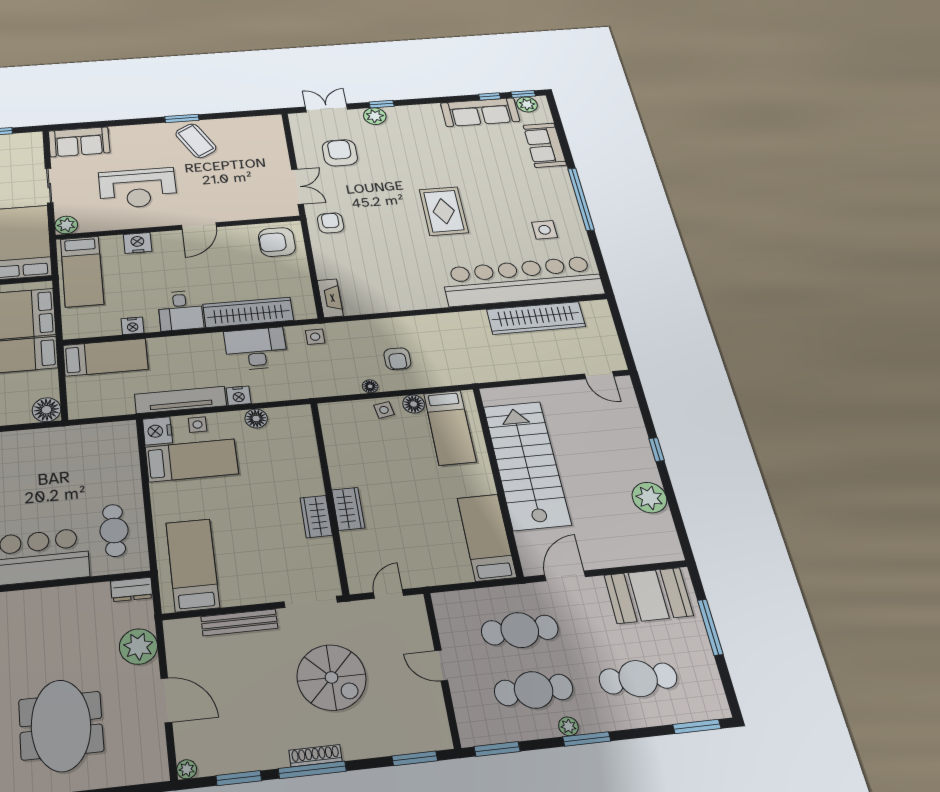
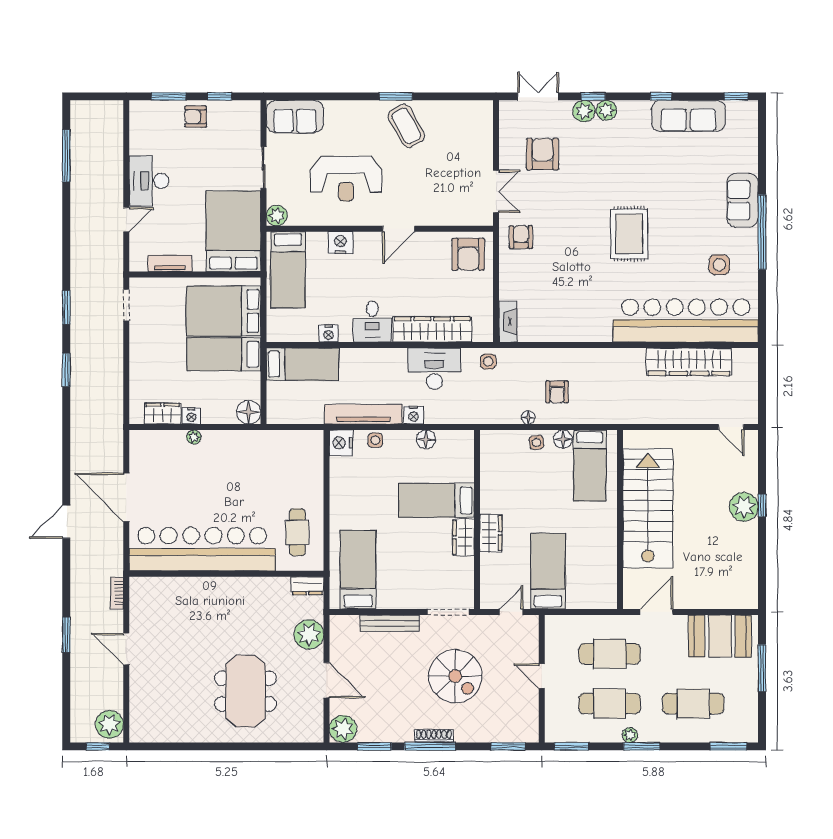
window: (490, 96) -> (661, 96), moved
plant: (527, 104) -> (606, 110), moved
sofa: (545, 145) -> (743, 200), moved
armchair: (277, 242) -> (468, 254), turned -90
bed: (192, 460) -> (437, 500), moved, turned 180
plant: (649, 498) -> (744, 507), moved
bed: (487, 537) -> (548, 571), moved
plant: (187, 769) -> (343, 729), width x1.88, depth x1.88

